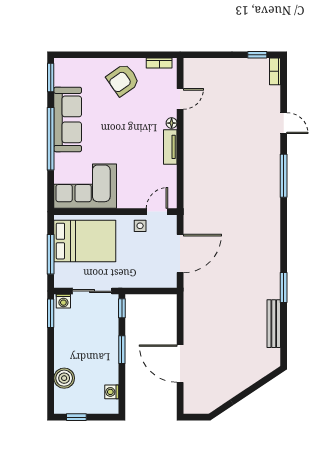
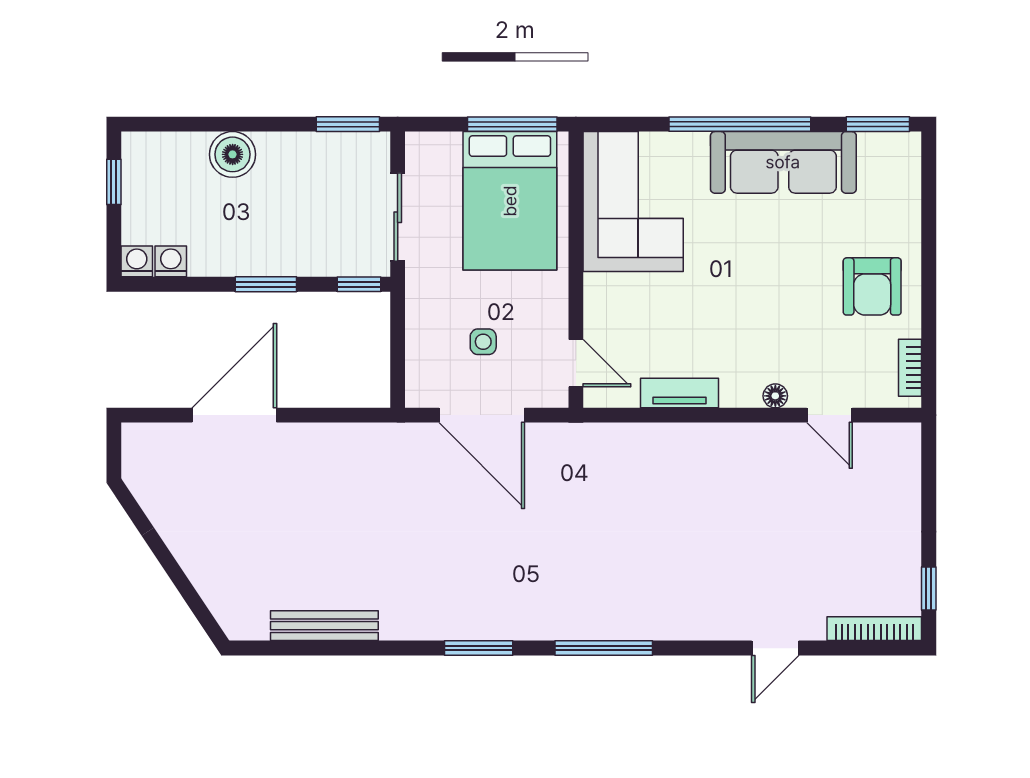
bookcase: (275, 71) -> (874, 629), width x1.56
armchair: (123, 80) -> (872, 286), turned -145
tv unit: (170, 147) -> (680, 393), moved
window: (284, 176) -> (604, 648), moved
side table: (140, 226) -> (483, 342), moved
window: (51, 254) -> (512, 124), moved
window: (284, 287) -> (479, 648), moved
washing machine: (63, 301) -> (137, 261), moved, turned 90
boiler: (64, 378) -> (233, 154), moved

